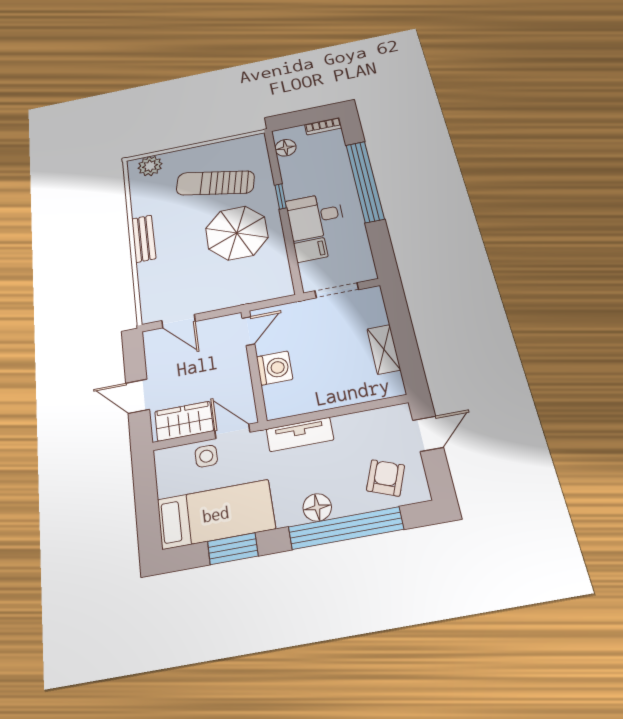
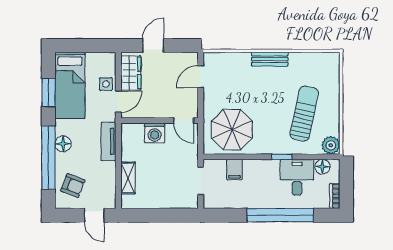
plant: (150, 166) -> (331, 145), moved
desk: (315, 216) -> (297, 177), moved
parasol: (237, 233) -> (232, 130), moved
shelving: (384, 349) -> (128, 178), moved, turned 90

